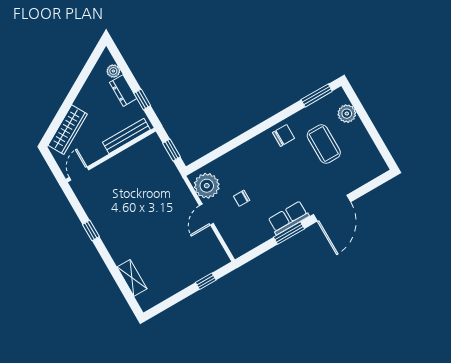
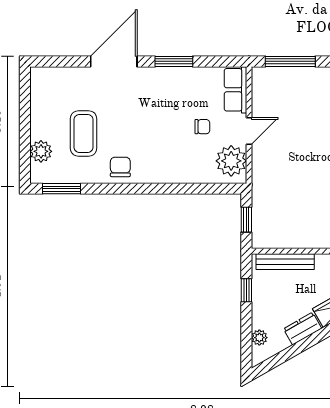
dresser: (123, 91) -> (303, 329), moved, turned -120
chair: (284, 135) -> (120, 167), turned 90
row of seats: (288, 218) -> (235, 90), moved, turned 90
window: (206, 281) -> (290, 61), width x2.17

